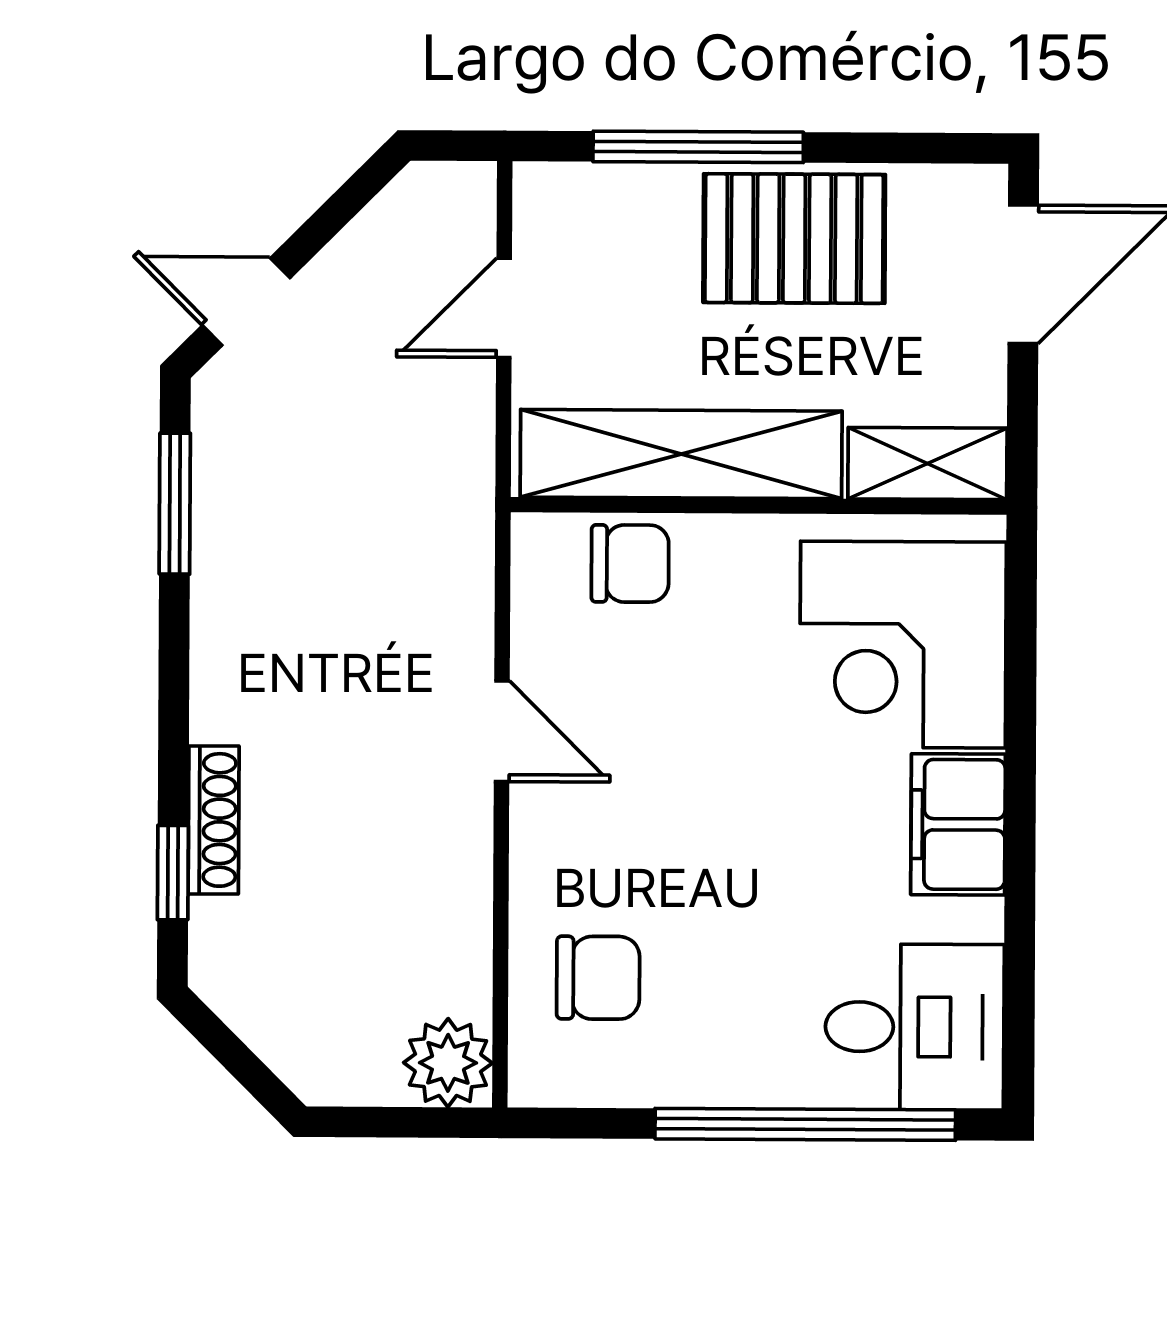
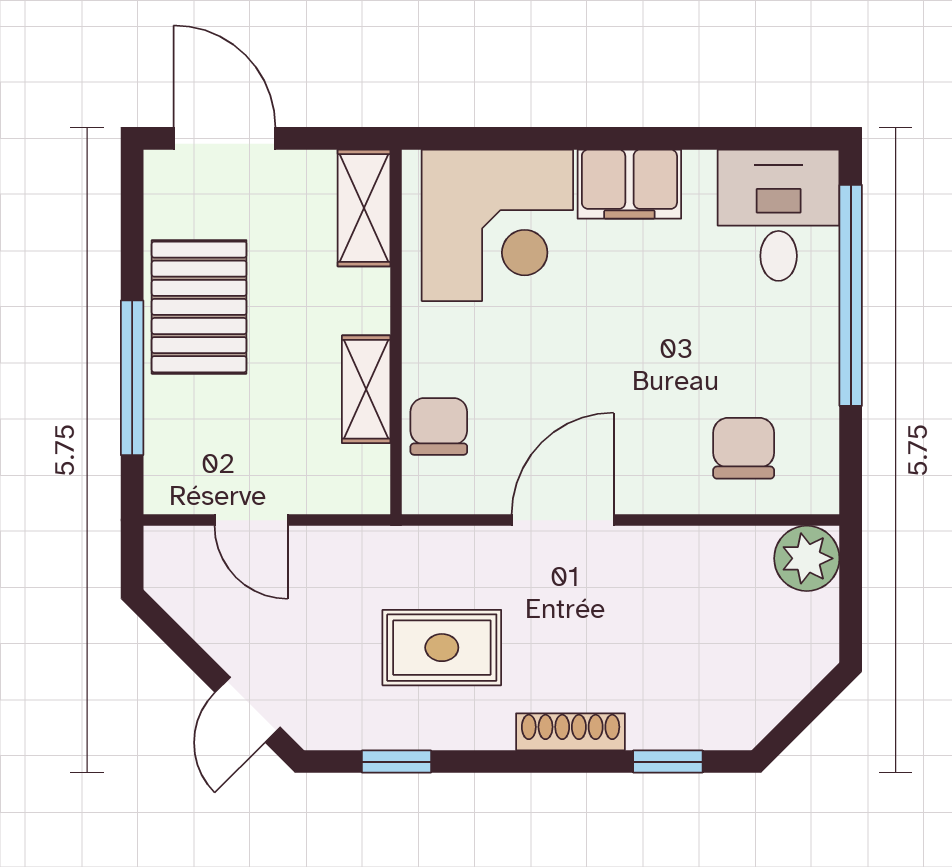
shelving: (681, 454) -> (366, 389), width x0.45, depth x0.75
window: (175, 504) -> (397, 762), width x0.67
rug: (329, 566) -> (442, 648), added
door: (502, 731) -> (563, 520), width x1.38
shoe rack: (214, 820) -> (571, 732), moved

